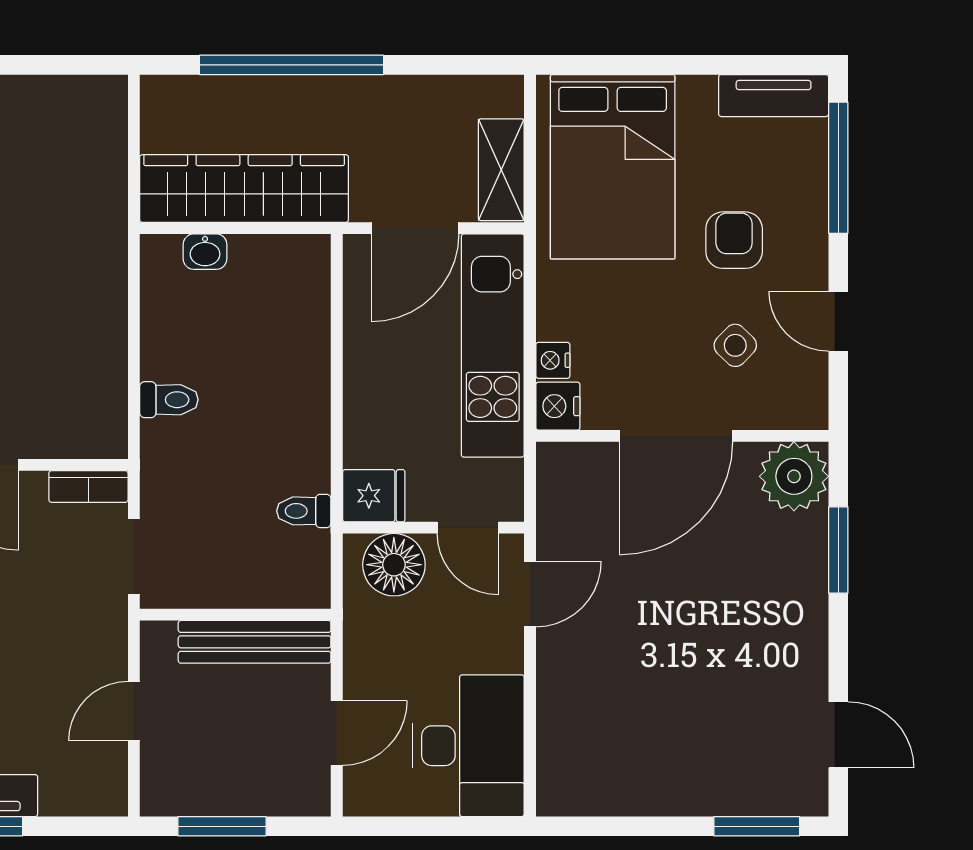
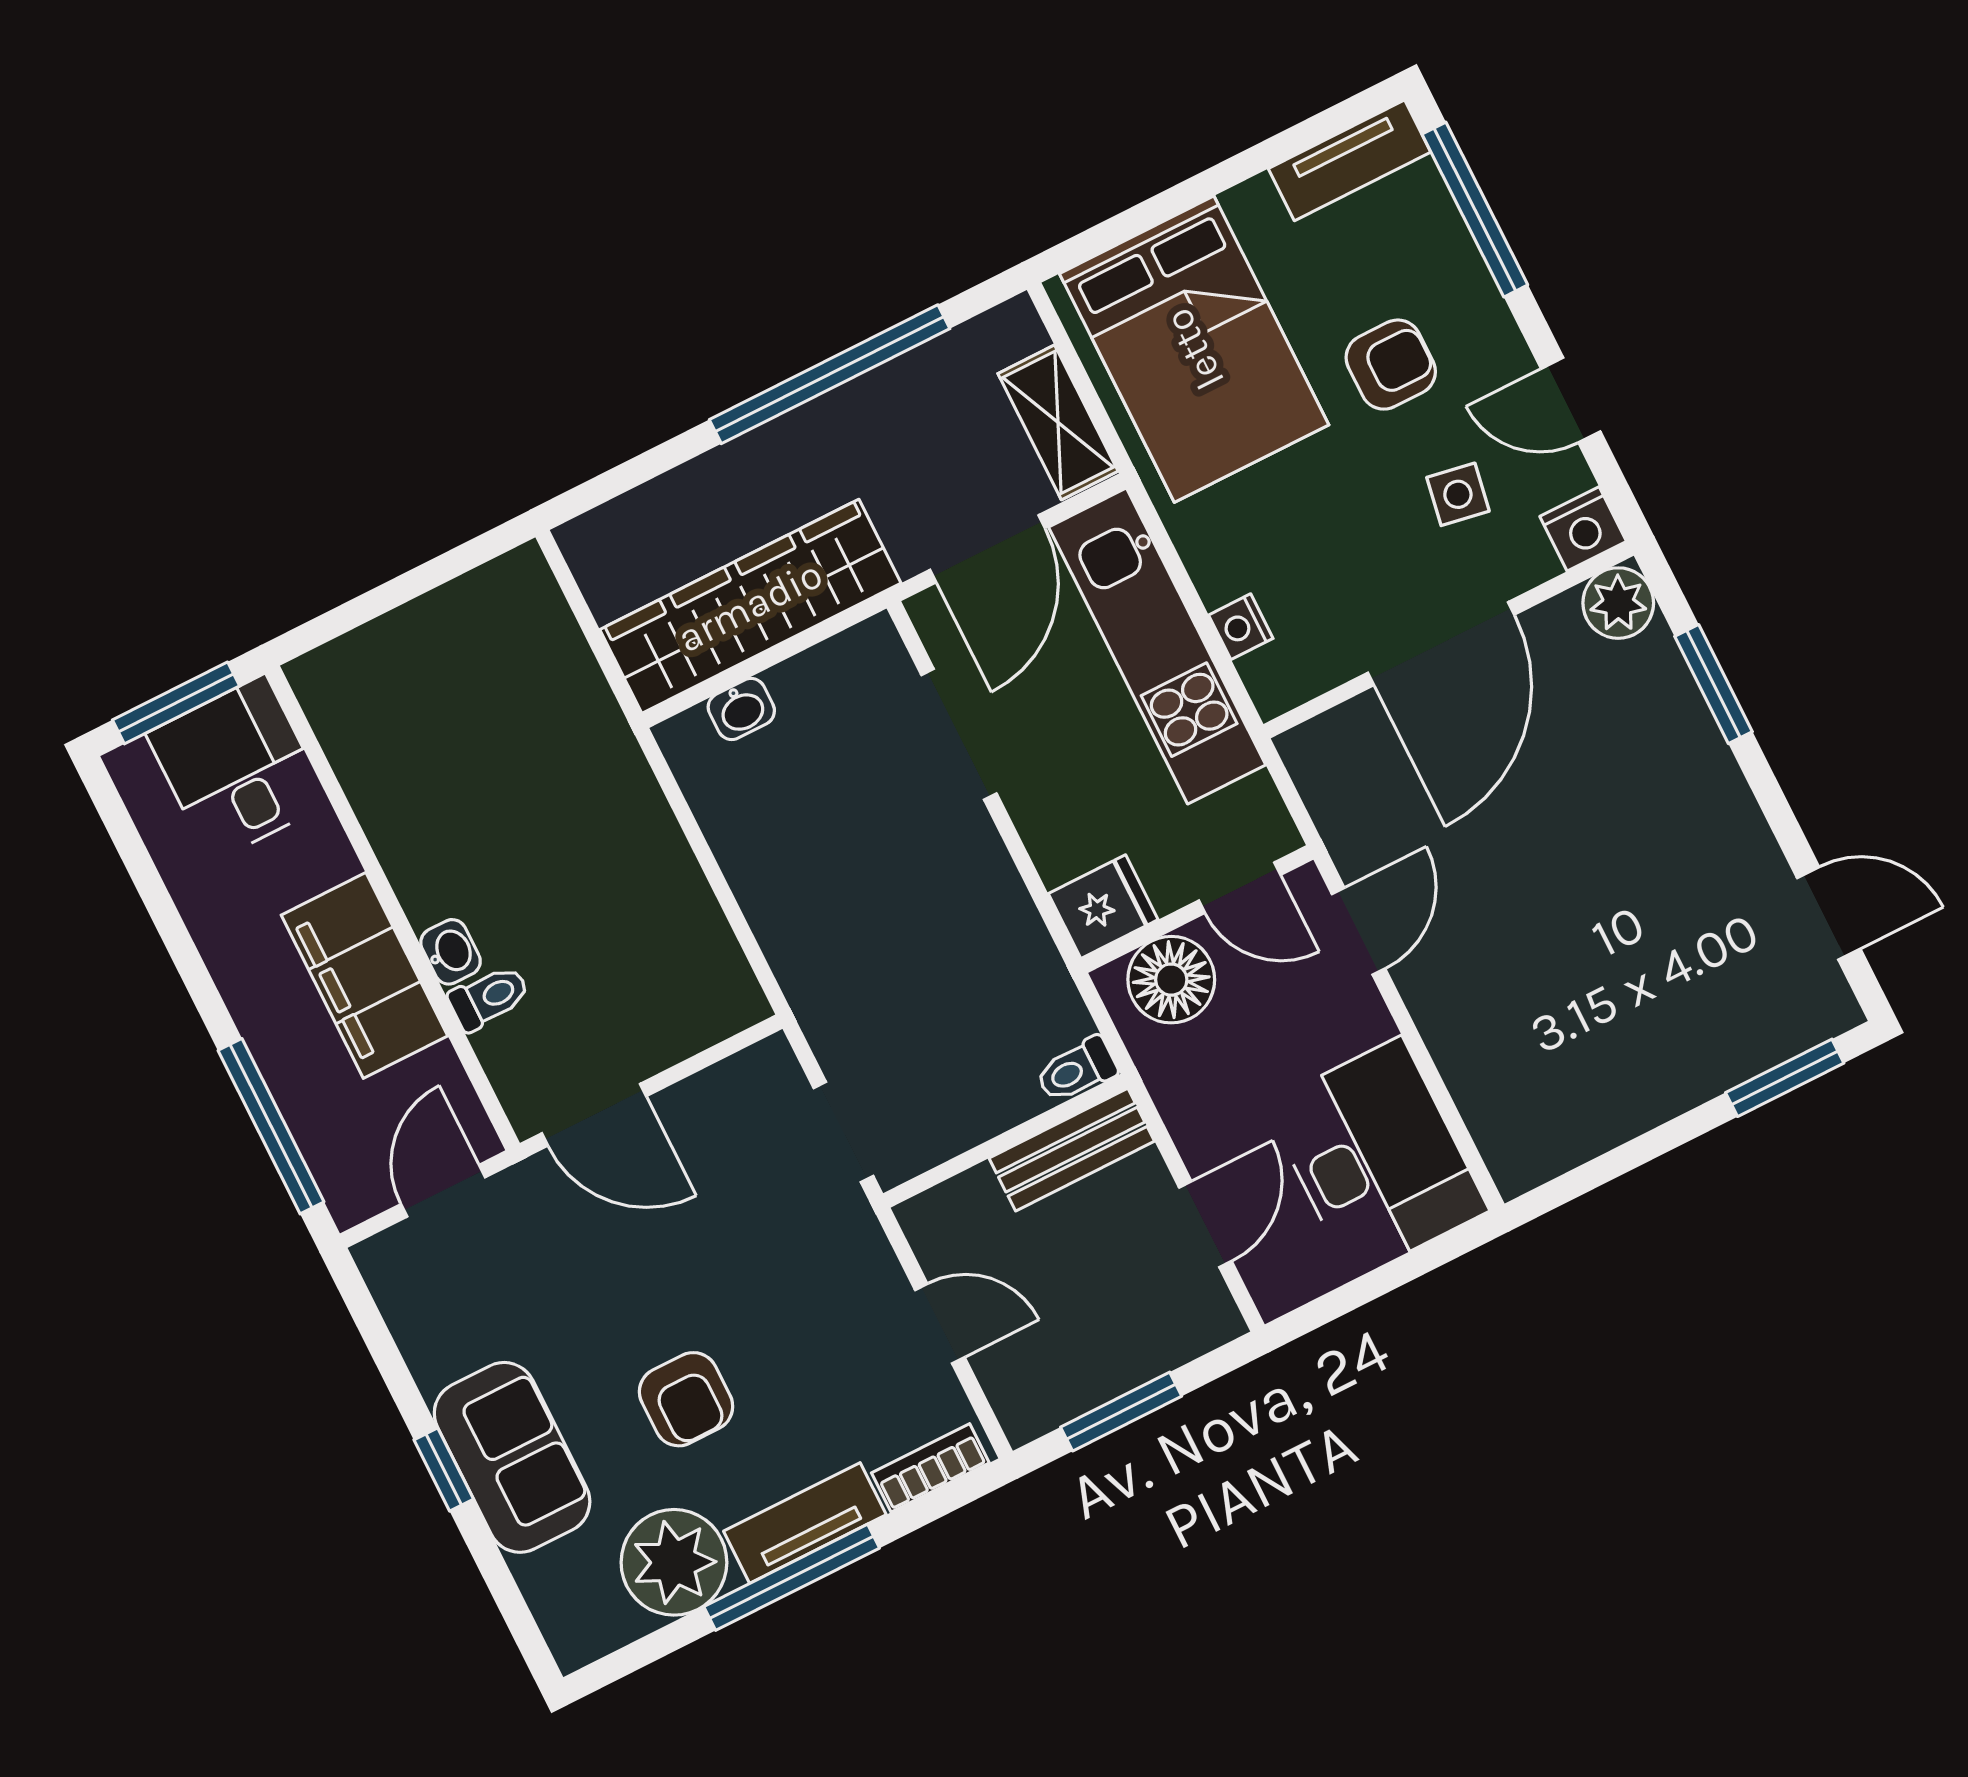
window: (291, 65) -> (830, 374), moved
armchair: (734, 240) -> (1391, 365), turned 90
doorway: (337, 338) -> (959, 734), added
side table: (735, 345) -> (1458, 494), turned -34
toilet: (169, 400) -> (789, 915), removed
nightstand: (558, 406) -> (1583, 529), moved, turned -90
plant: (794, 476) -> (1618, 603), width x0.73, depth x0.73
bookcase: (88, 487) -> (930, 1468), moved, turned 180
toilet: (304, 511) -> (1076, 1070), moved
bench: (255, 642) -> (1072, 1150), width x0.73
door: (134, 711) -> (940, 1324), swing flipped

